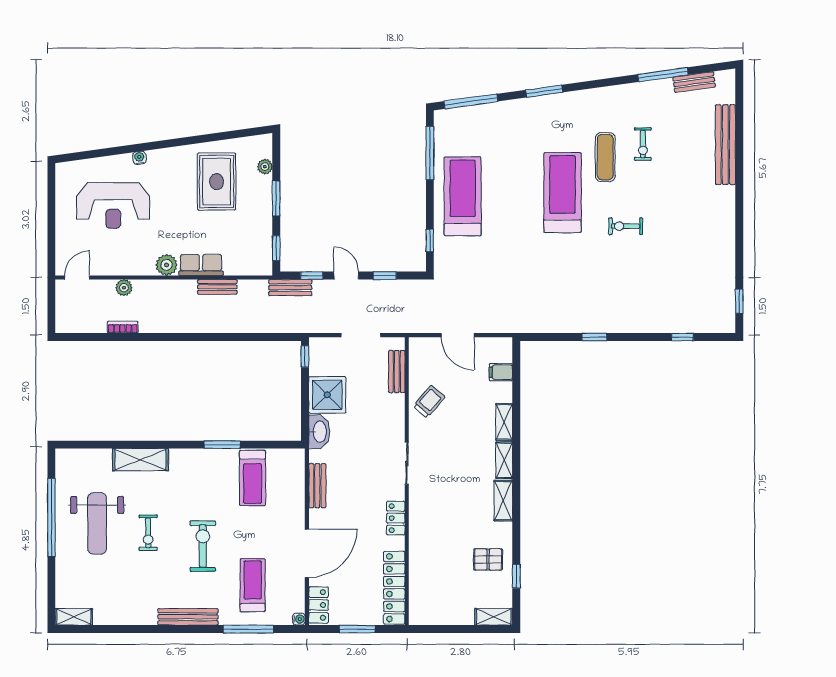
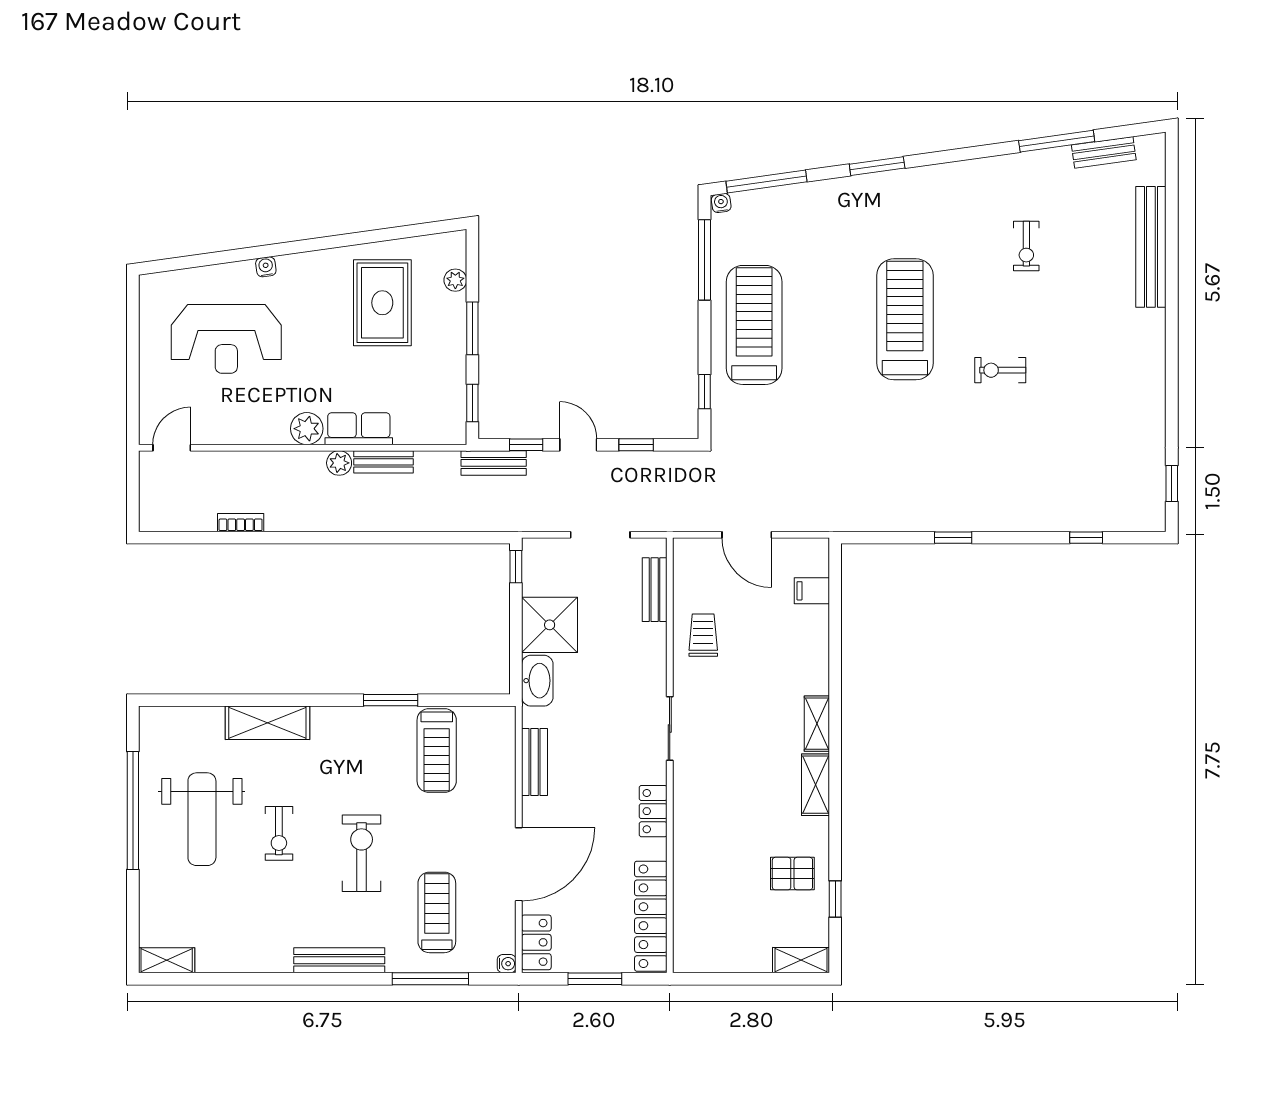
water cooler: (441, 116) -> (721, 203), added
exercise mat: (605, 157) -> (969, 266), removed
plant: (124, 288) -> (339, 463), moved
trolley: (429, 402) -> (703, 635), turned -40
shelving: (504, 422) -> (817, 666), removed

